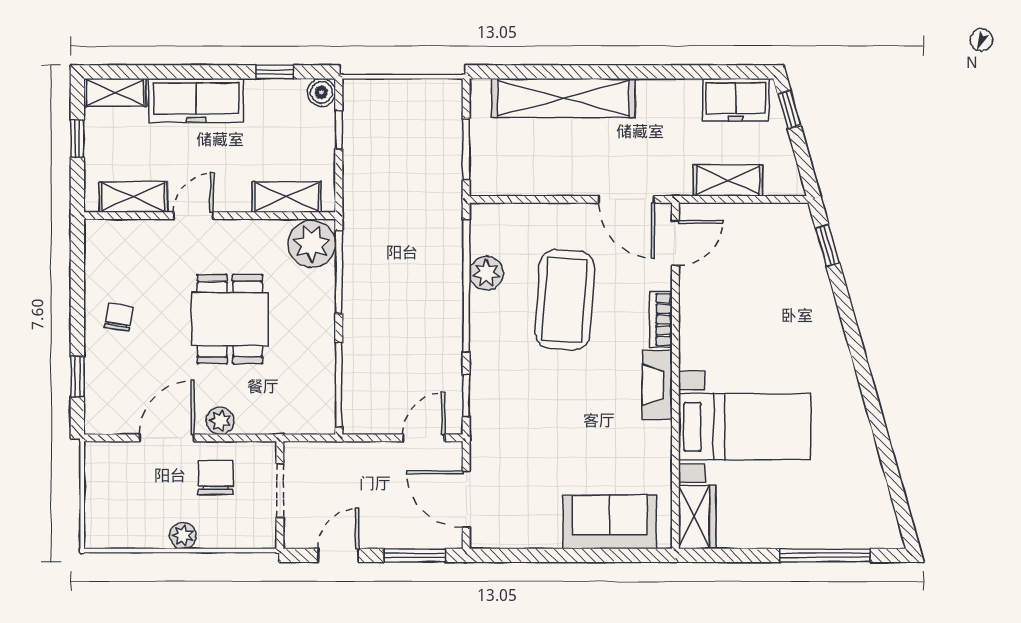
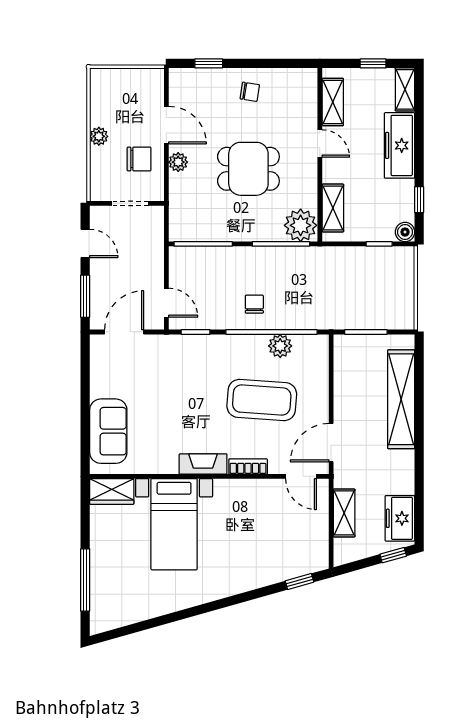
chair: (426, 311) -> (254, 304), added

